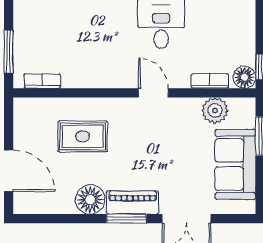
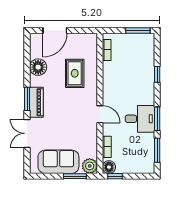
window: (9, 52) -> (138, 30), moved
door: (153, 93) -> (100, 114), hinge flipped
plant: (215, 111) -> (90, 166), moved
floor lamp: (90, 200) -> (38, 67), moved

